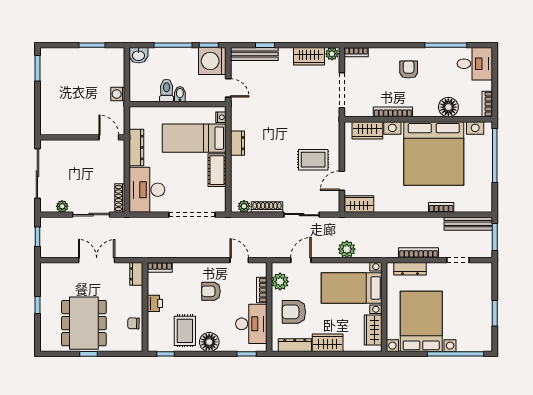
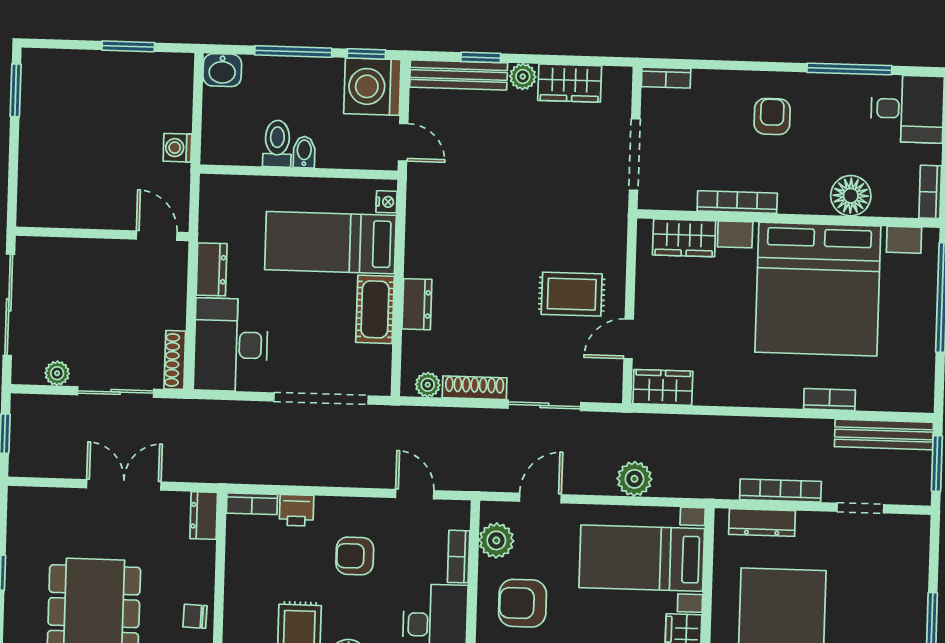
plant: (332, 54) -> (523, 77), moved
dresser: (237, 143) -> (417, 304), moved
dresser: (136, 147) -> (212, 269), width x0.70
printer: (155, 303) -> (296, 510), moved, turned 90

